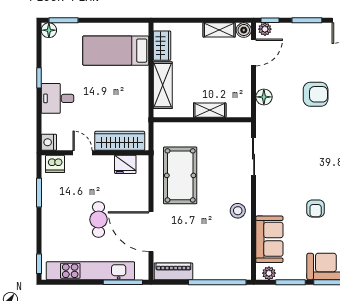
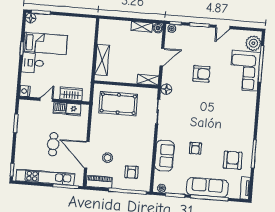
wardrobe: (162, 46) -> (104, 34), removed
bed: (116, 51) -> (45, 43), moved, turned 180
door: (254, 52) -> (162, 57), moved
floor lamp: (264, 97) -> (166, 89), moved
shelving: (210, 110) -> (148, 80), moved
wardrobe: (120, 141) -> (71, 94), width x0.67
door: (83, 153) -> (46, 100), hinge flipped
dishwasher: (55, 164) -> (60, 108), moved
pool table: (180, 175) -> (118, 104), moved, turned 90
stool: (238, 211) -> (107, 158), moved
sofa: (269, 239) -> (164, 156), moved
armchair: (221, 252) -> (131, 172), added

